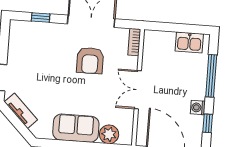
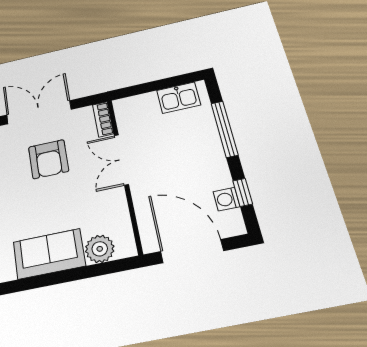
double door: (138, 90) -> (121, 160), moved
washing machine: (198, 108) -> (226, 199), moved

